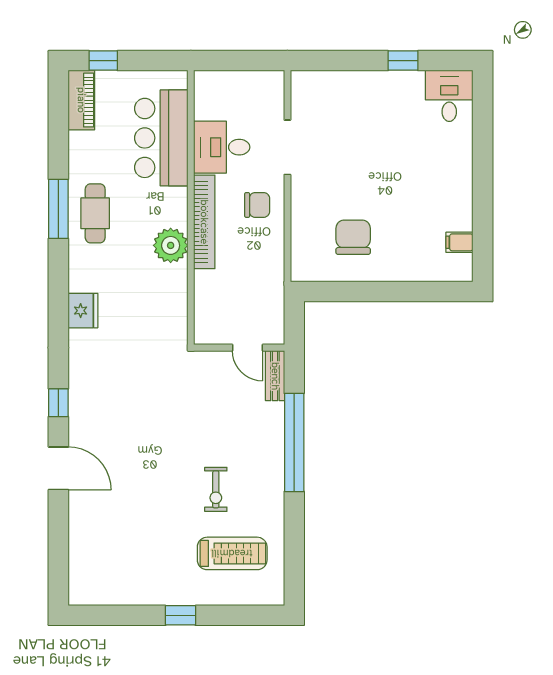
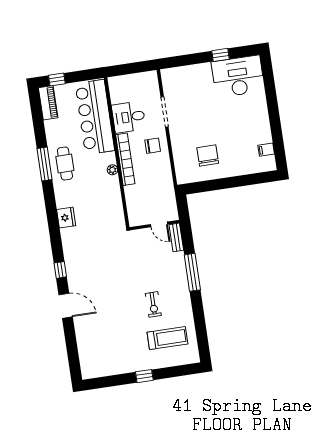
desk: (449, 96) -> (238, 76), width x1.87, depth x1.30
bar counter: (161, 138) -> (95, 117), width x1.36
plant: (171, 245) -> (112, 170), width x0.53, depth x0.53
window: (294, 442) -> (192, 272), width x0.68

